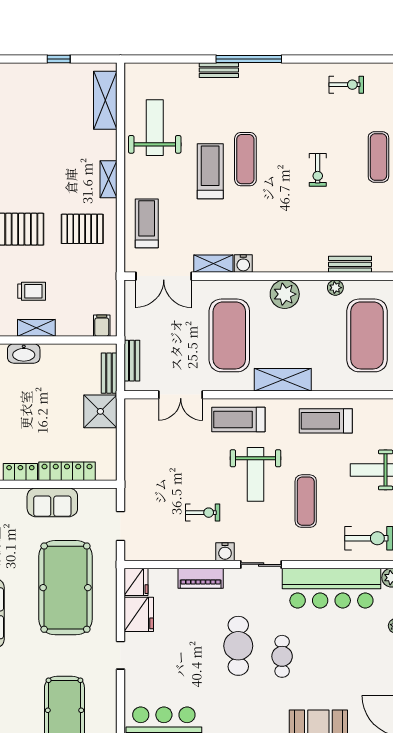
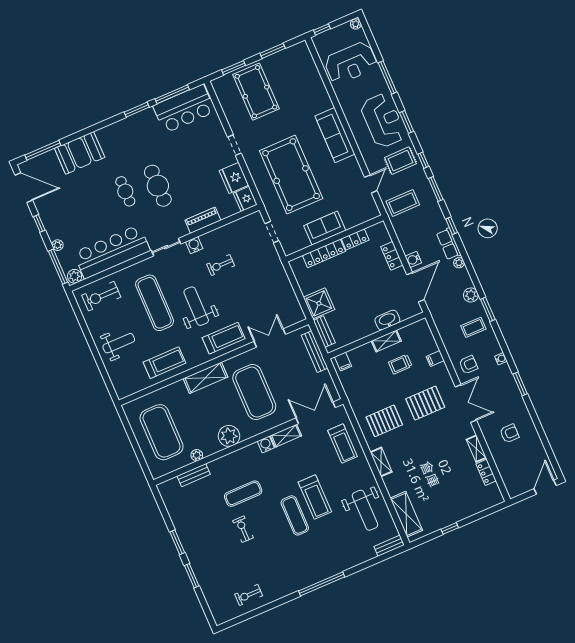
bench: (219, 70) -> (389, 546), moved
exercise mat: (378, 157) -> (243, 494), moved, turned 90
bench: (132, 361) -> (315, 352), width x1.36
exercise mat: (306, 501) -> (155, 303), width x1.36, depth x1.45

